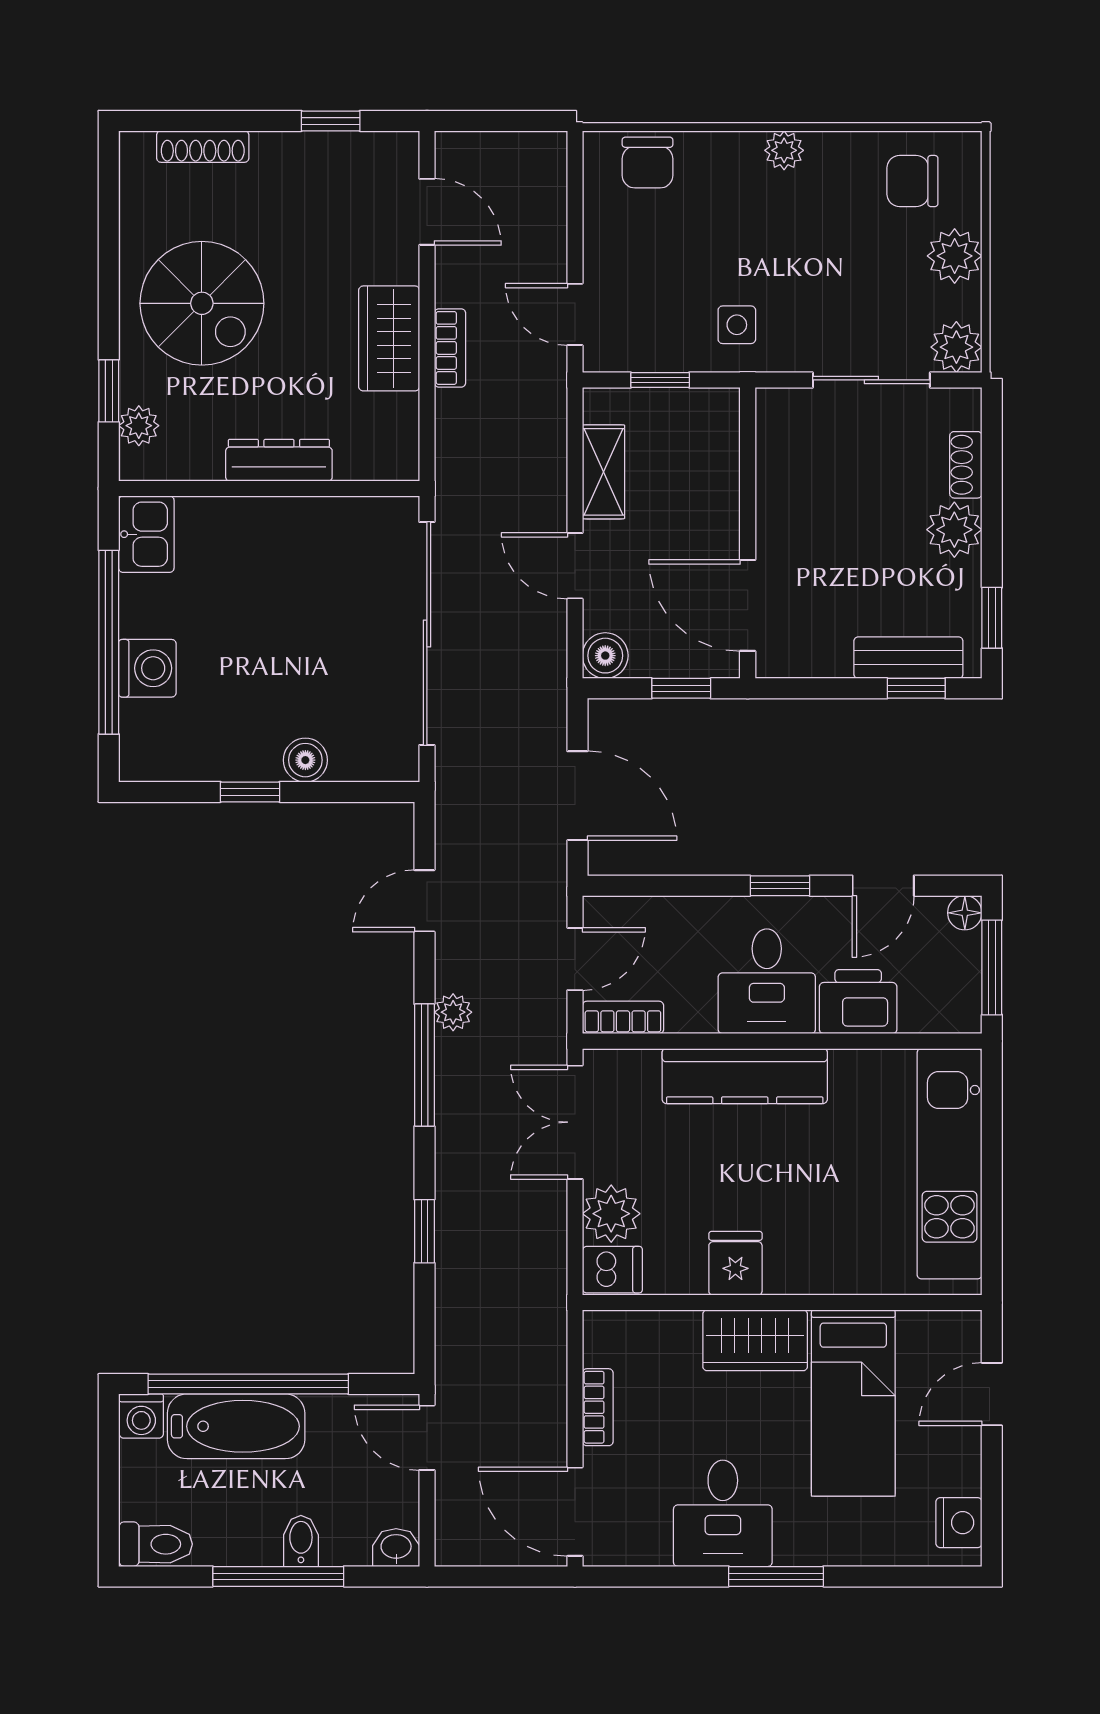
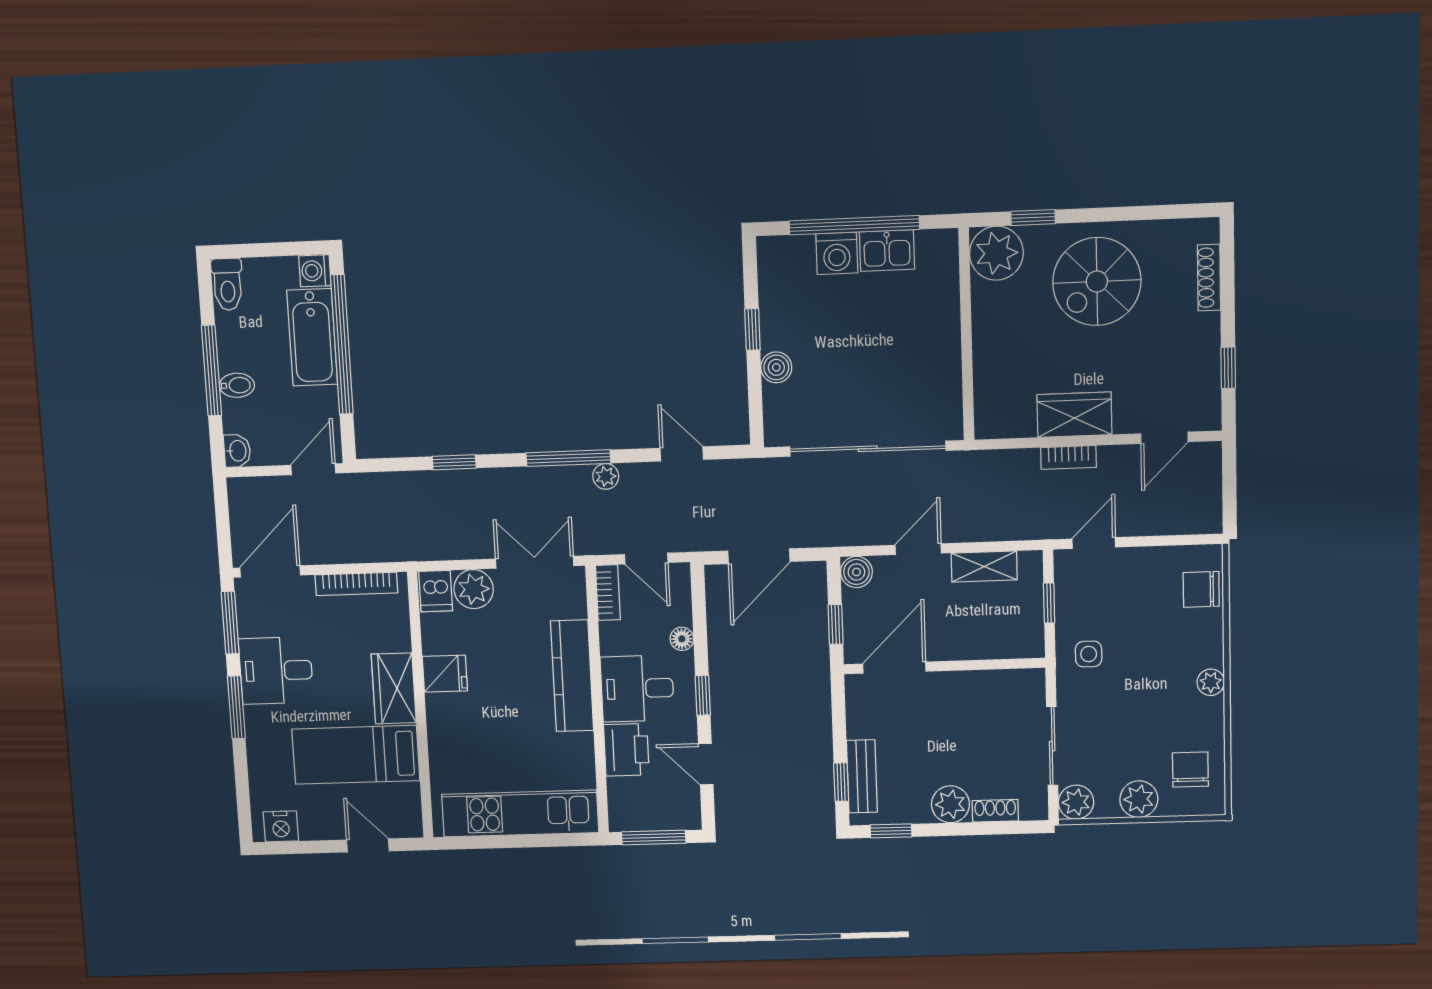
plant: (139, 426) -> (996, 253), width x1.87, depth x1.87
dresser: (279, 460) -> (987, 341), removed
kitchen sink: (146, 534) -> (887, 251), moved
floor lamp: (965, 913) -> (682, 639), moved
bookcase: (598, 1407) -> (356, 584), width x1.56
window: (649, 1576) -> (230, 623), added

